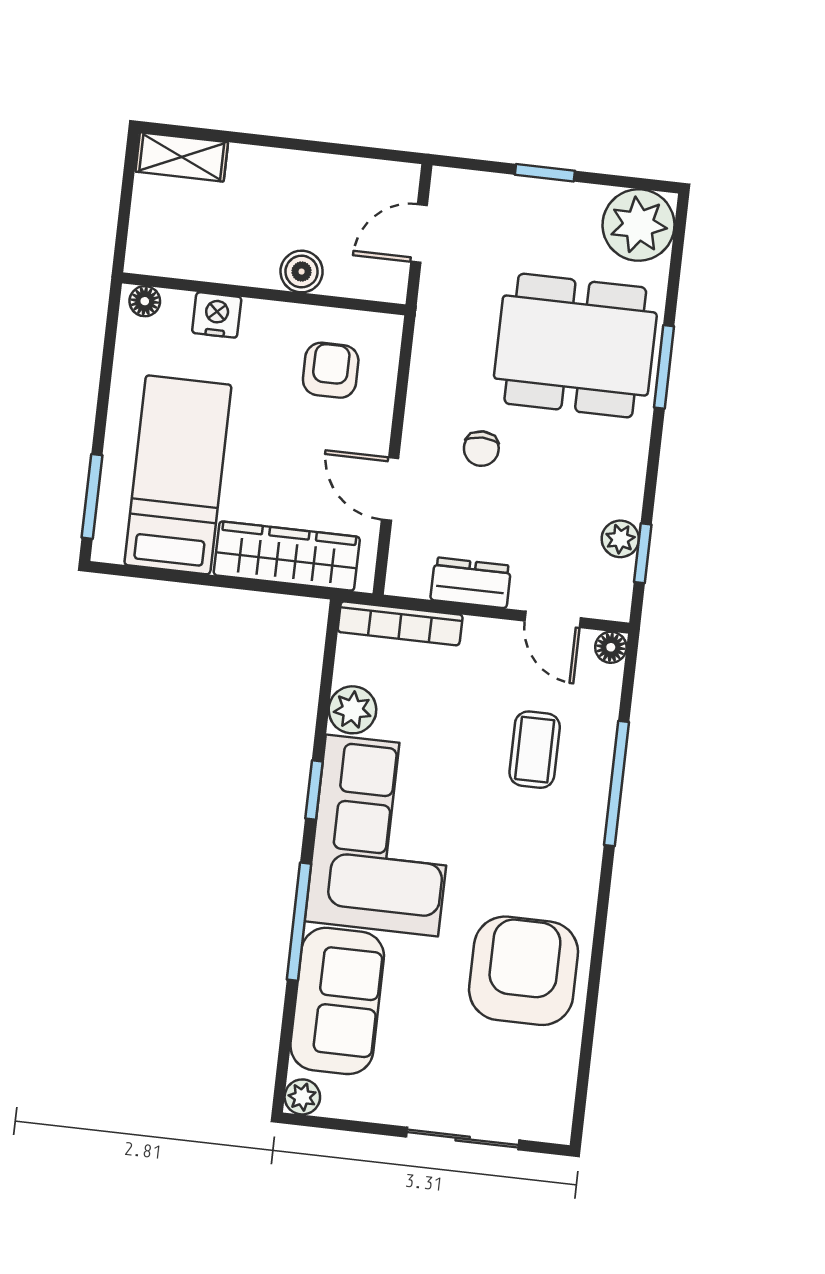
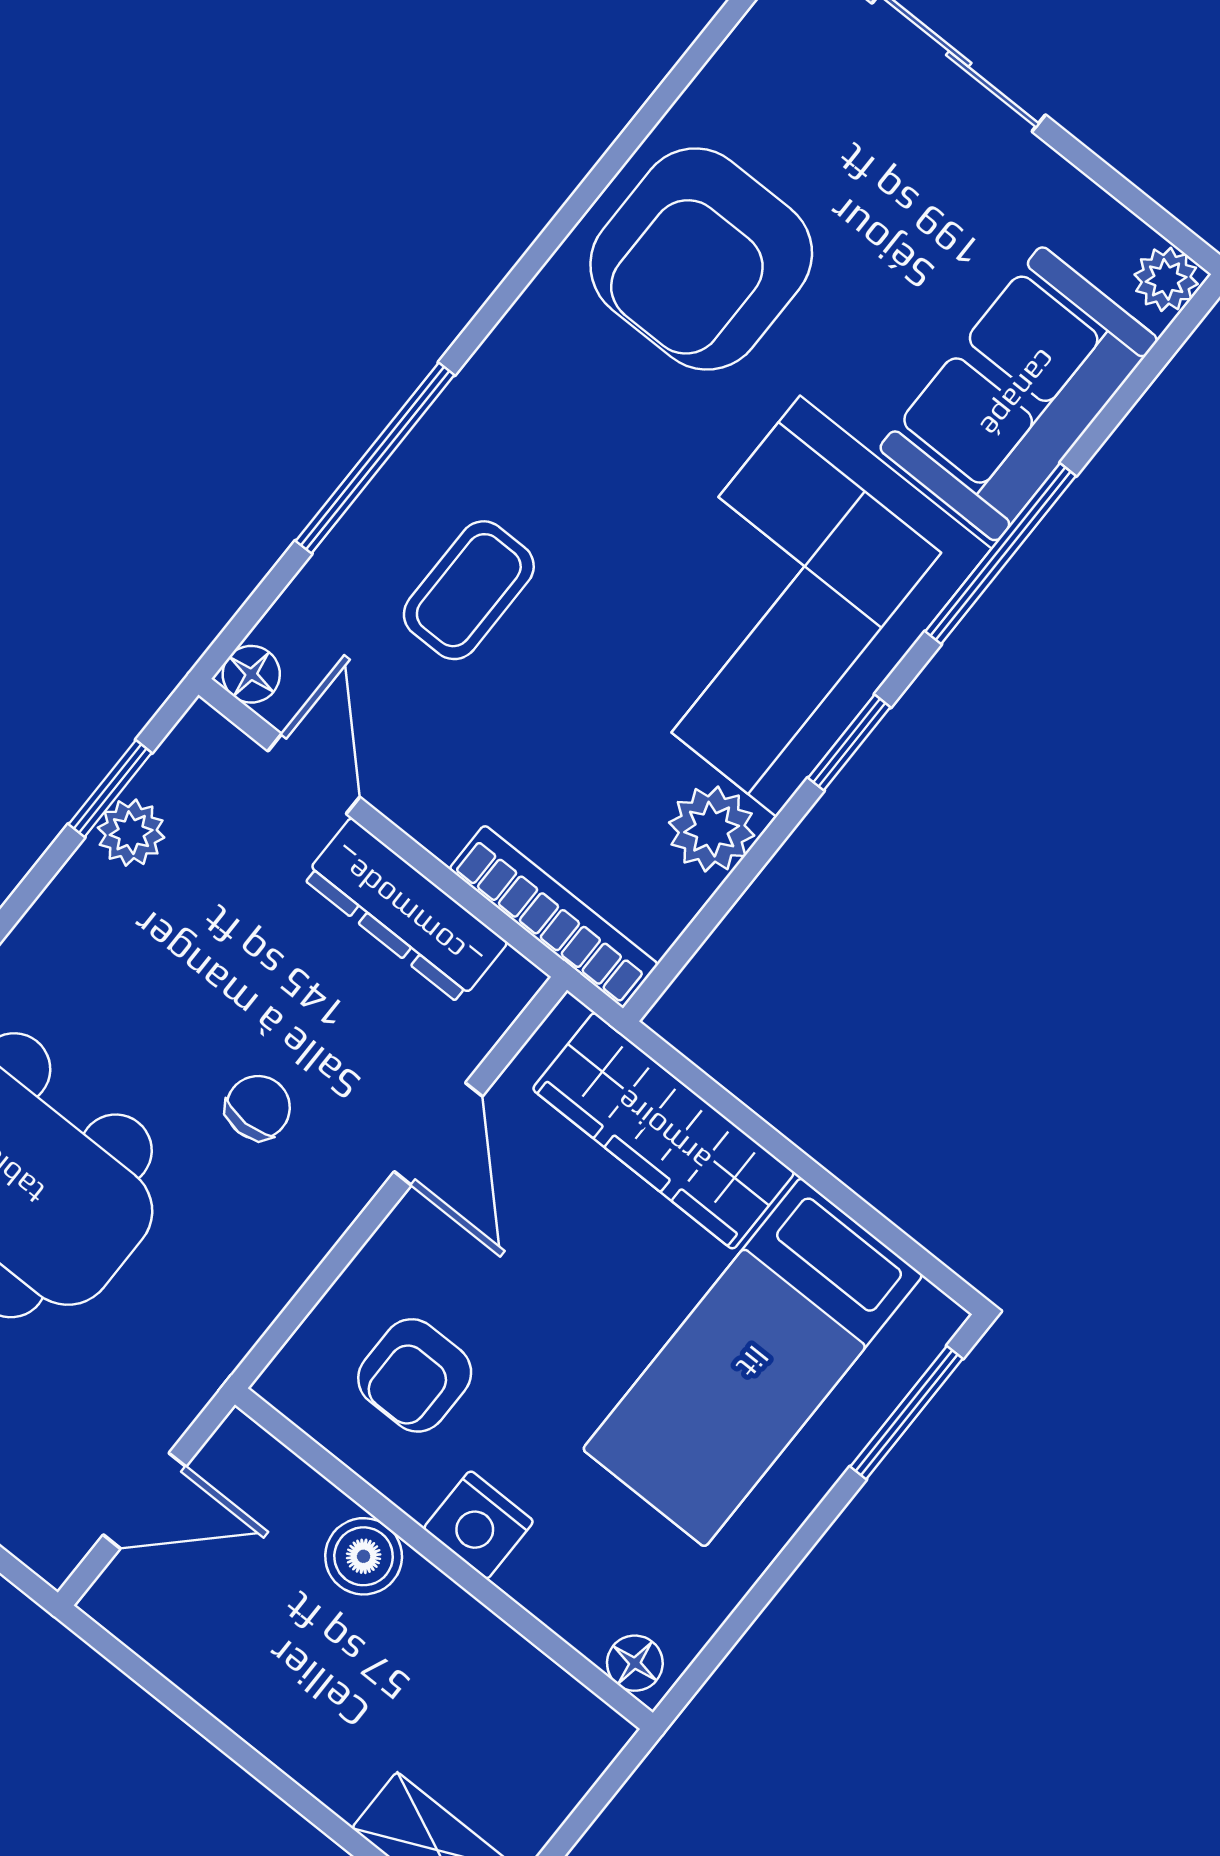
nightstand: (217, 315) -> (479, 1525), moved
dresser: (471, 583) -> (405, 910), width x1.44

